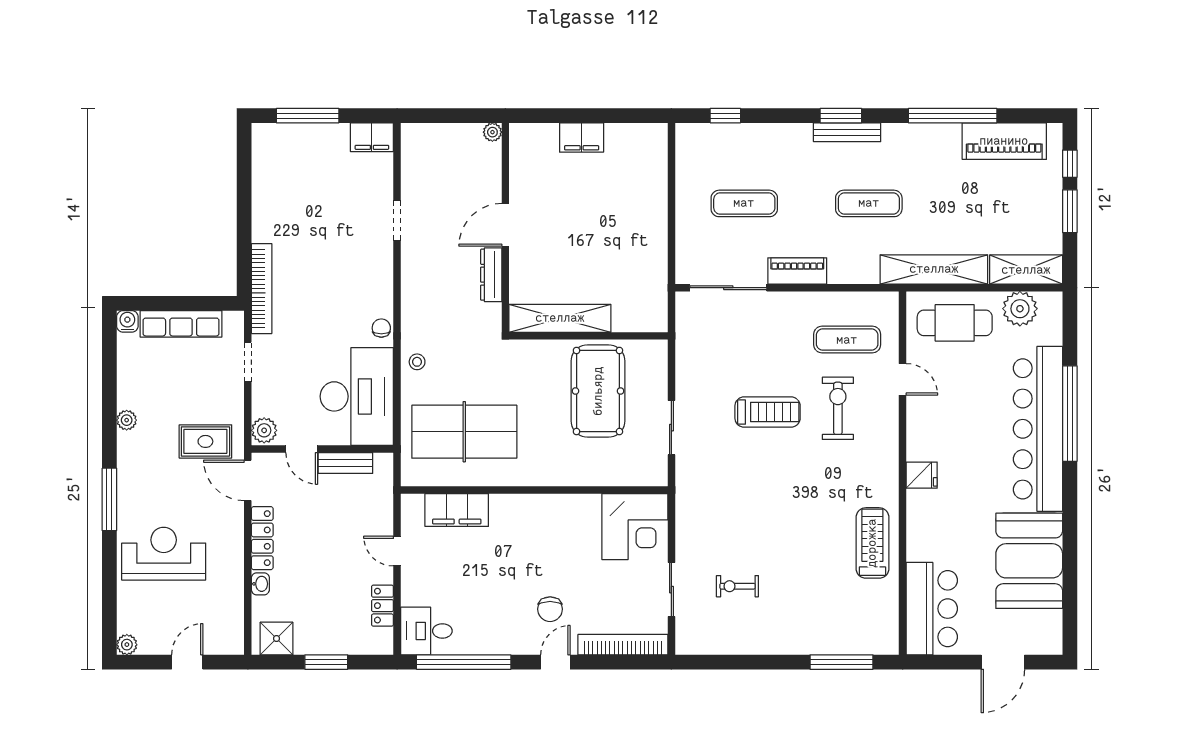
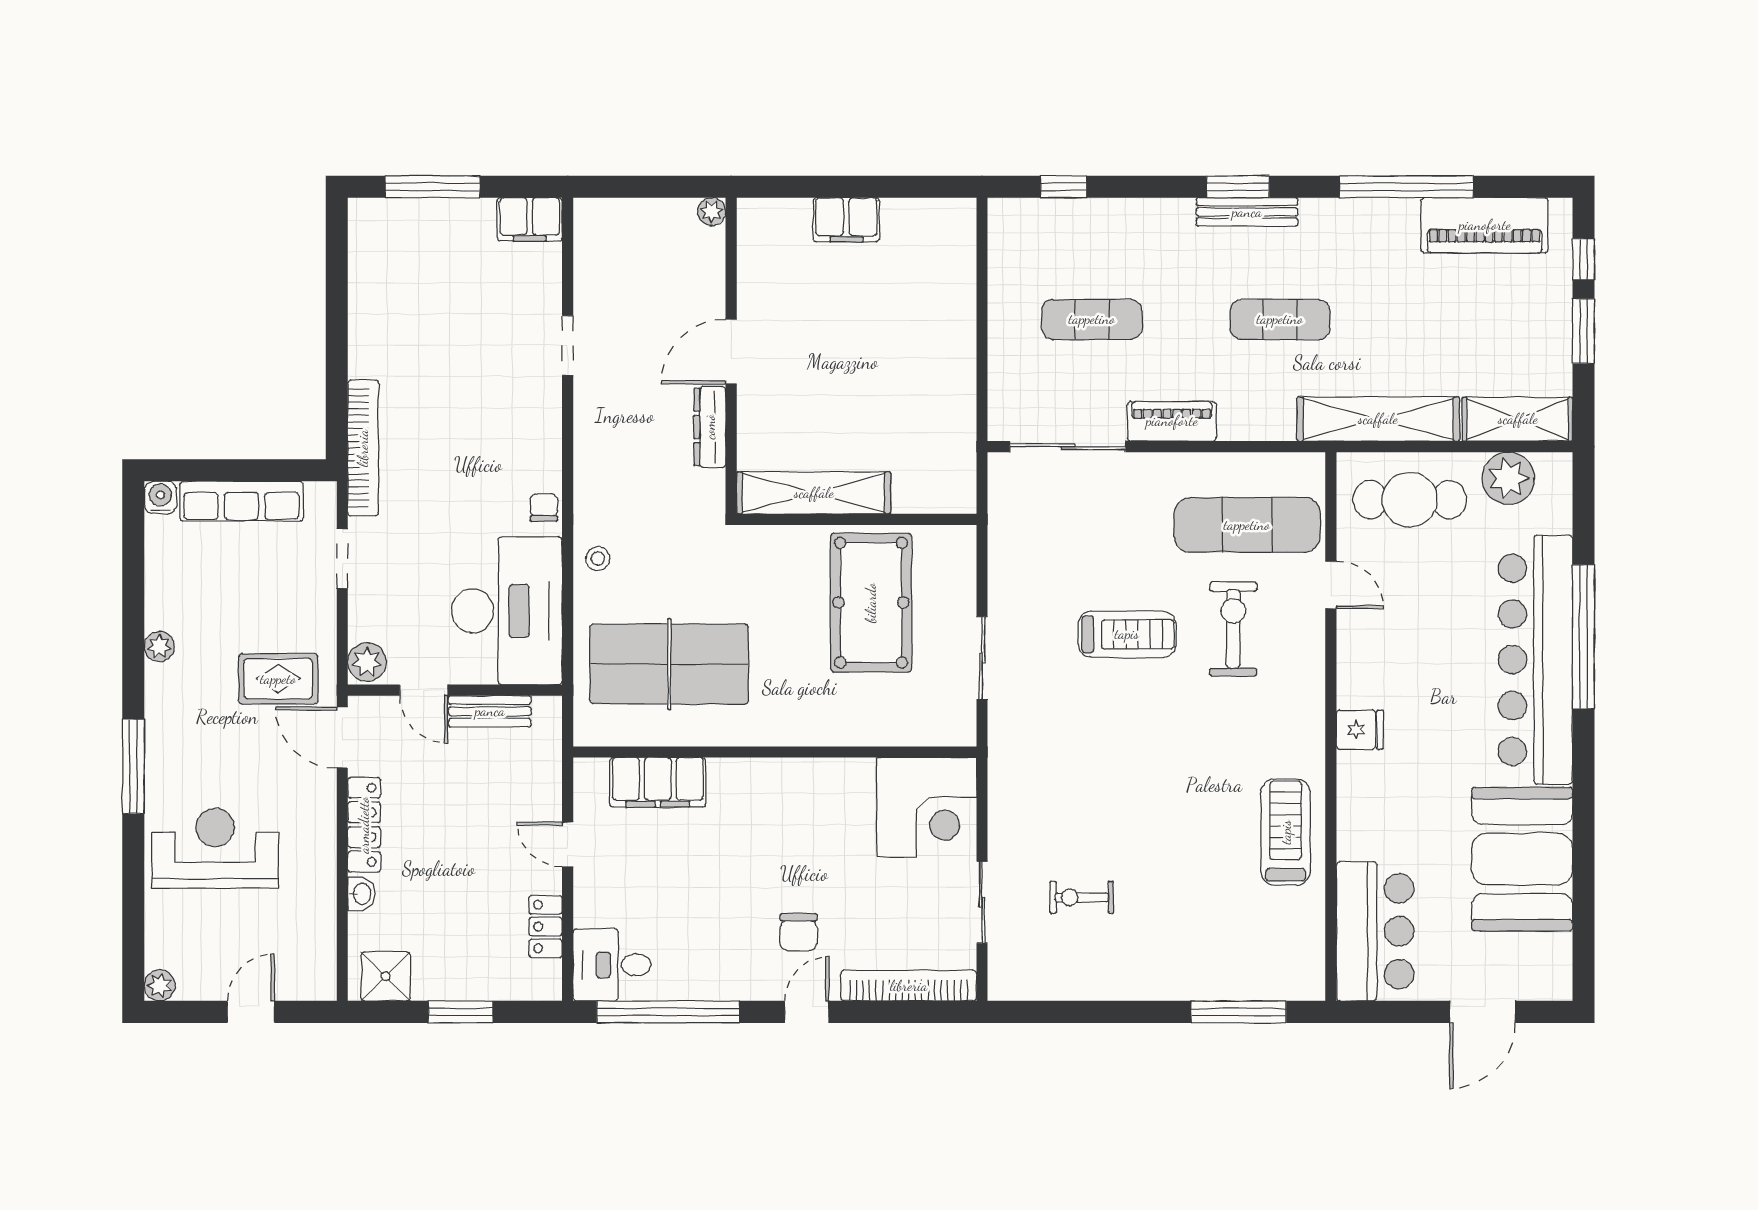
exercise mat: (847, 340) -> (1247, 525), width x1.36, depth x1.45

